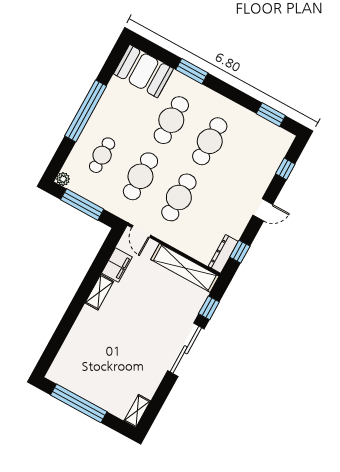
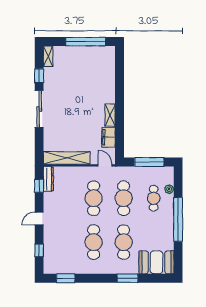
plant: (63, 179) -> (169, 189), moved
window: (209, 308) -> (39, 76), moved

